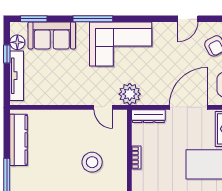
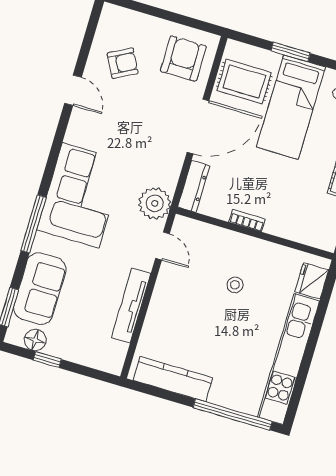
tv unit: (17, 76) -> (131, 305), moved, turned -90
door: (103, 107) -> (162, 246), hinge flipped
door: (188, 107) -> (198, 126), swing flipped
stool: (92, 162) -> (235, 285), width x0.53, depth x0.53

